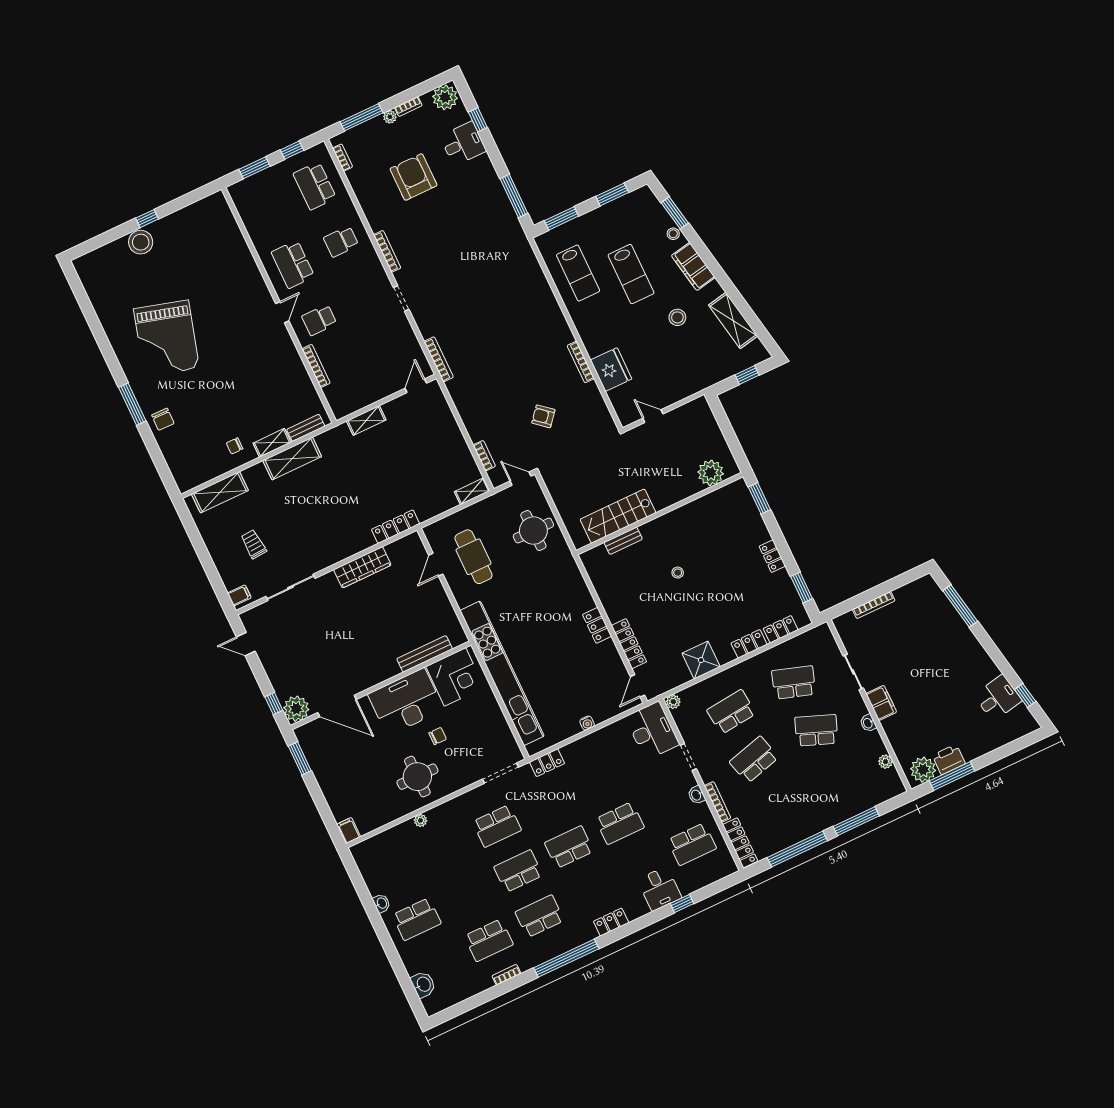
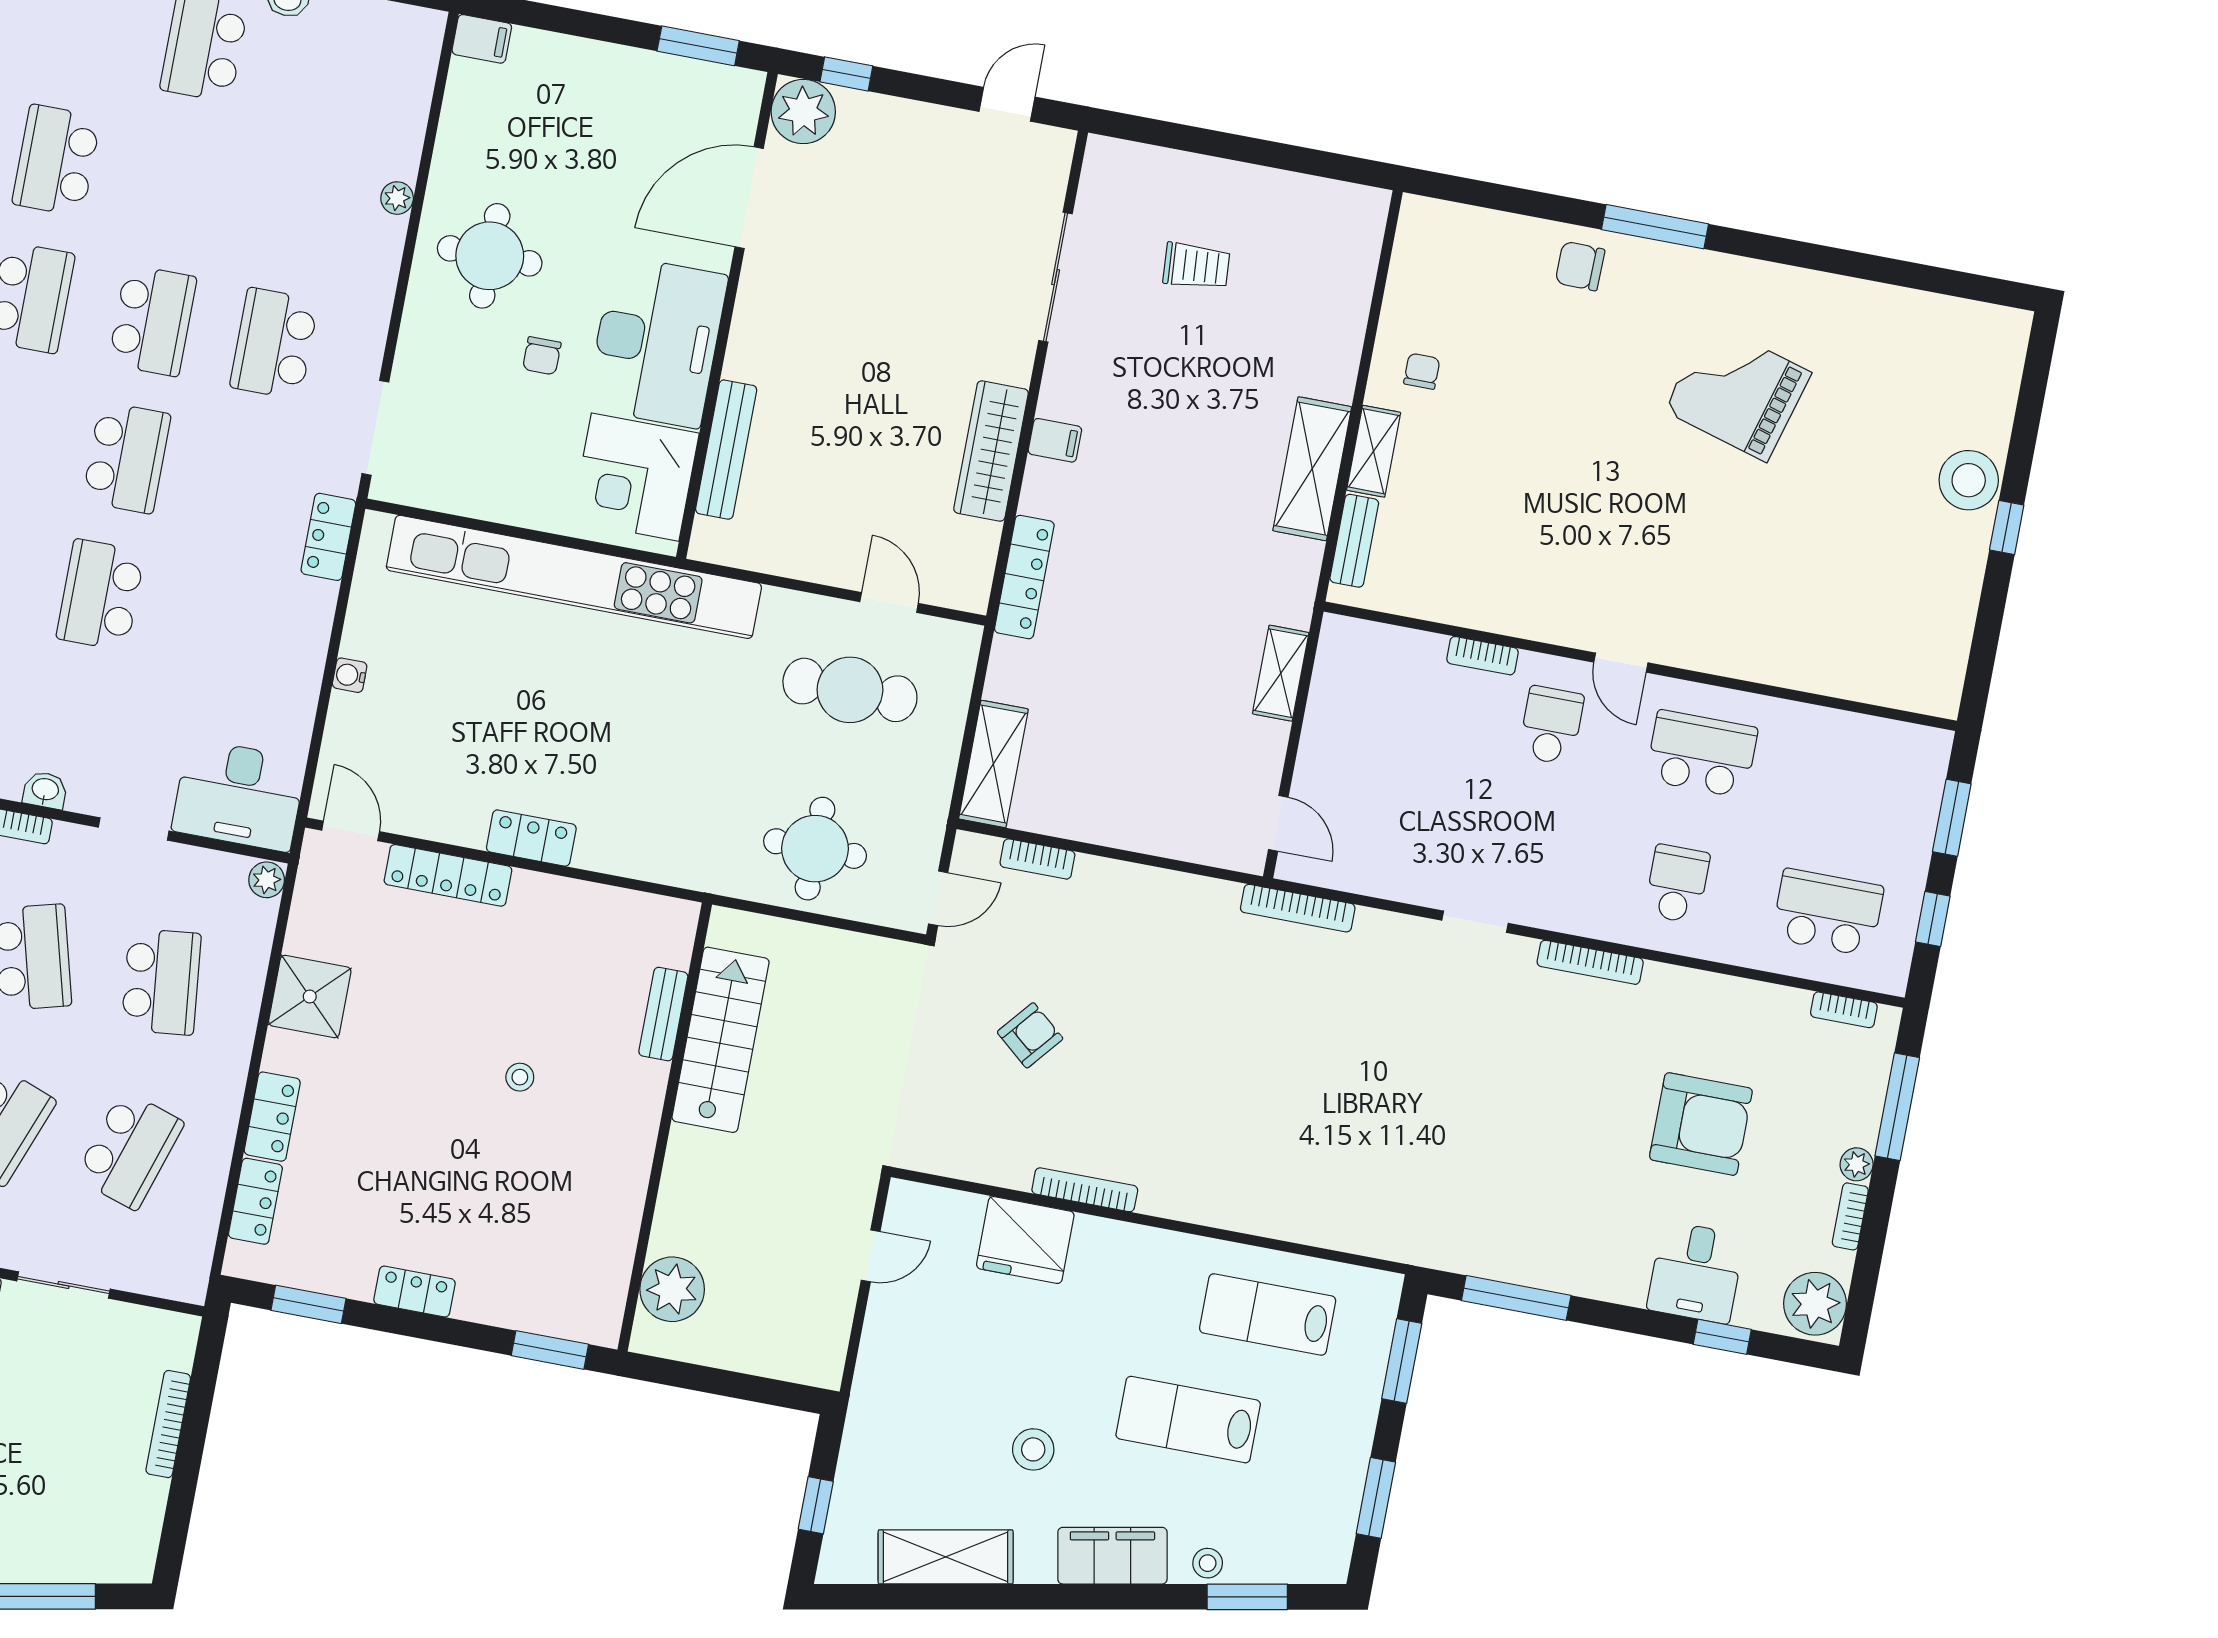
grand piano: (166, 338) -> (1738, 392), width x0.73, depth x0.68
bookcase: (316, 366) -> (1483, 656), width x0.64
shelving: (472, 491) -> (993, 764), width x1.50, depth x1.33
shelving: (220, 492) -> (1350, 274), removed
filing cabinet: (239, 595) -> (1055, 440), moved, turned -90

